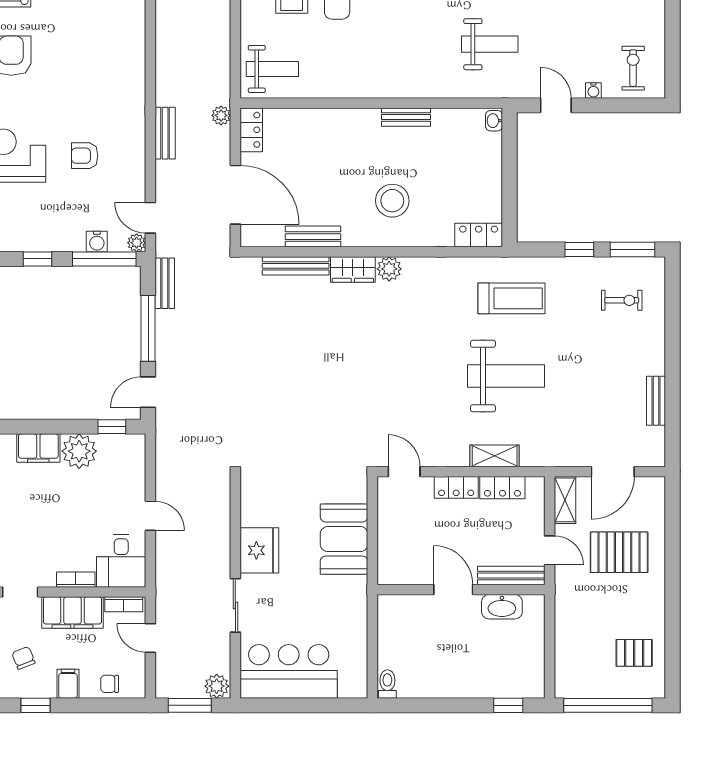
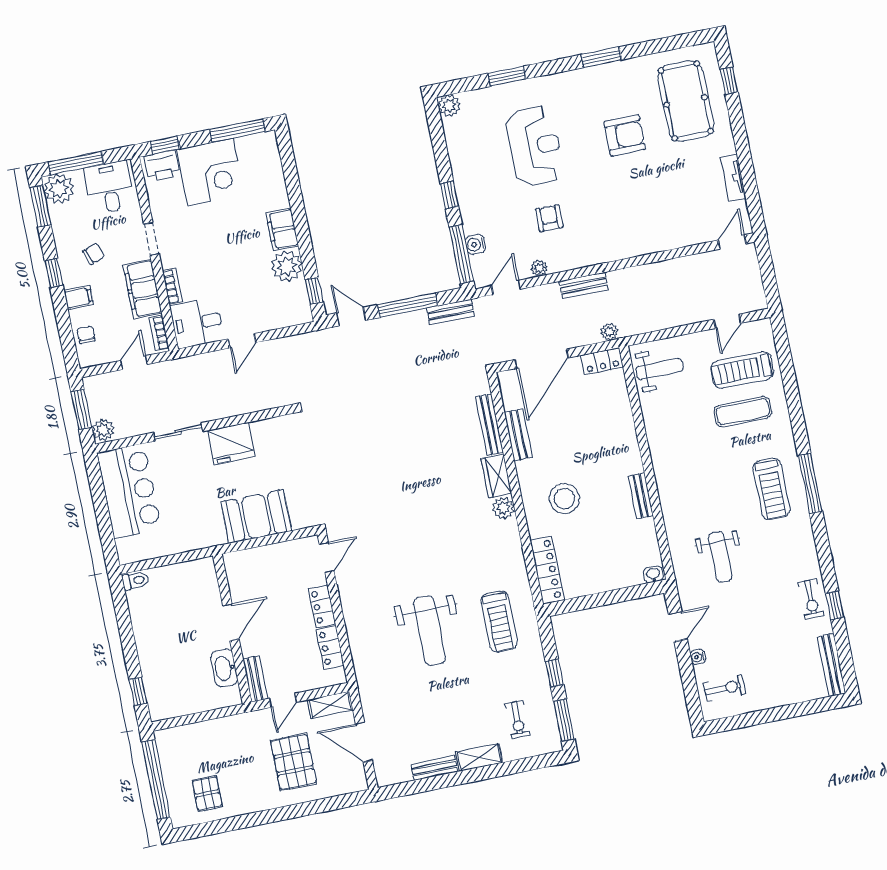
weight bench: (272, 69) -> (659, 369), turned -90
locker: (479, 235) -> (547, 570), width x1.53
plant: (137, 243) -> (539, 268), moved
shelving: (495, 456) -> (479, 757), moved, turned 90
bench: (511, 576) -> (255, 679), width x0.73

